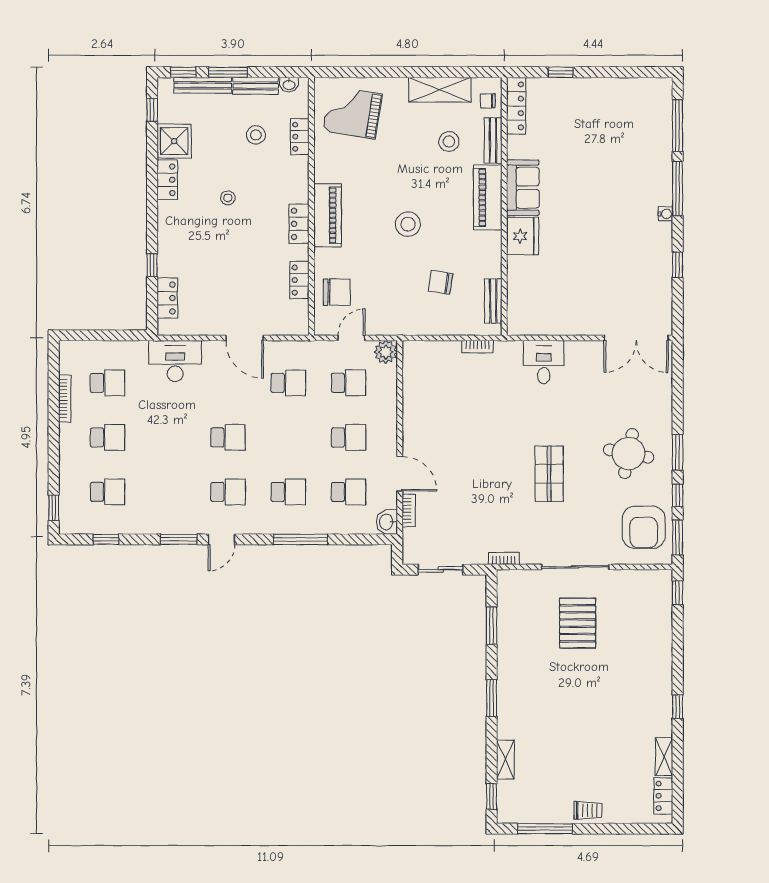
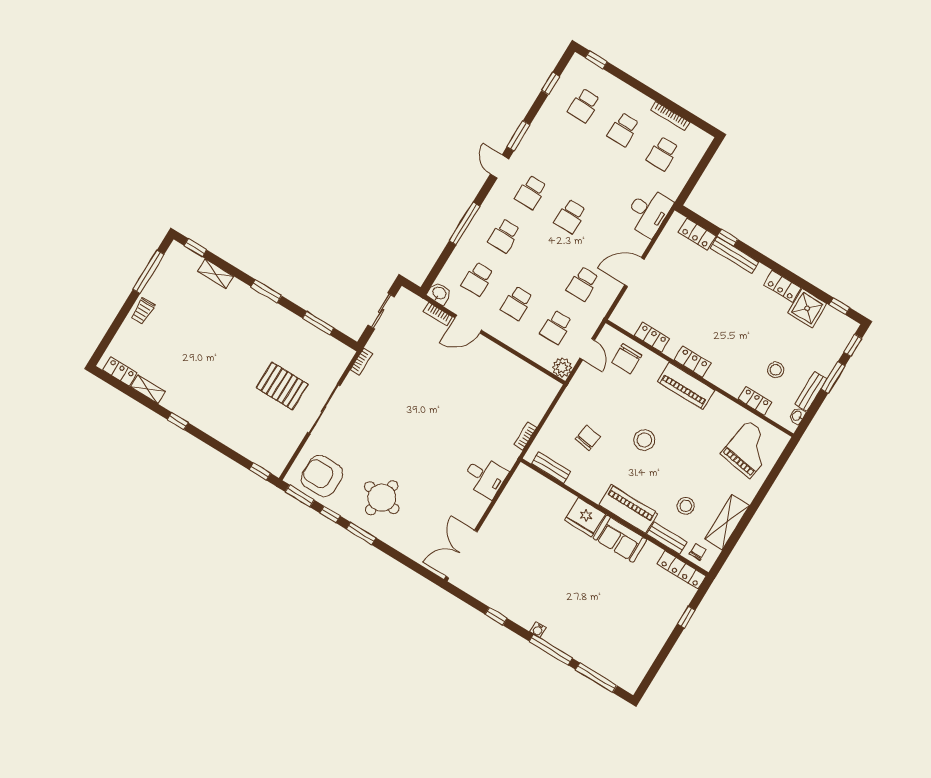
bench: (203, 85) -> (735, 255), moved, turned 90
stool: (228, 198) -> (743, 322), removed
shop shelf: (549, 474) -> (402, 431), removed

